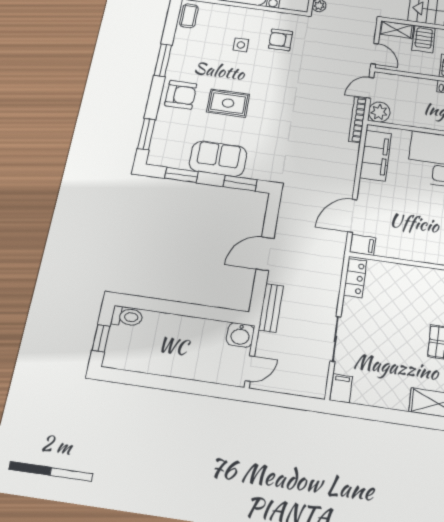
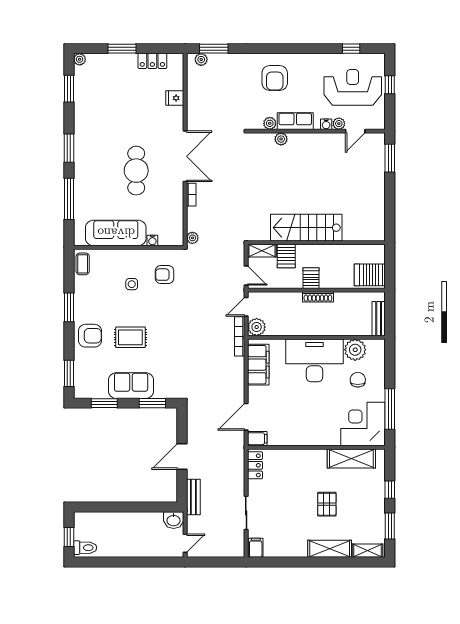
toilet: (127, 317) -> (85, 548), moved

